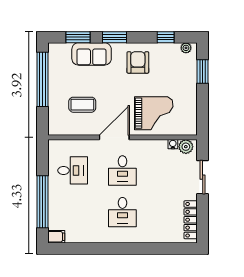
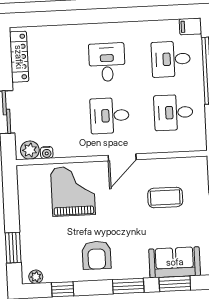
sofa: (92, 54) -> (175, 262), moved
grand piano: (154, 113) -> (73, 191), turned 90
door: (114, 137) -> (122, 157), width x0.73
desk: (122, 170) -> (110, 116), turned -90
desk: (73, 212) -> (171, 59), added

